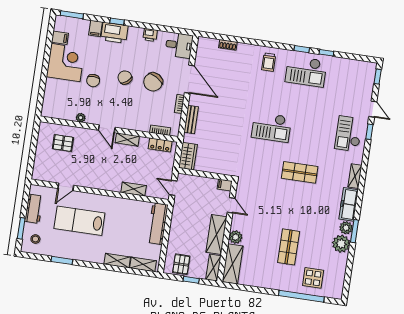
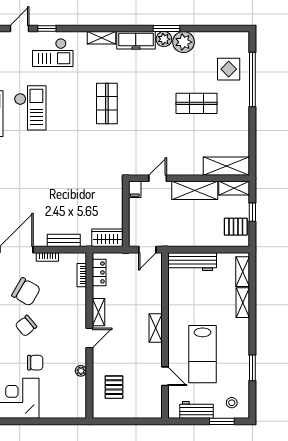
checkout: (271, 127) -> (30, 108), moved
shelving: (134, 189) -> (156, 328), moved
plant: (236, 237) -> (194, 167), removed

